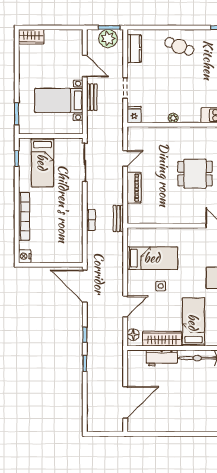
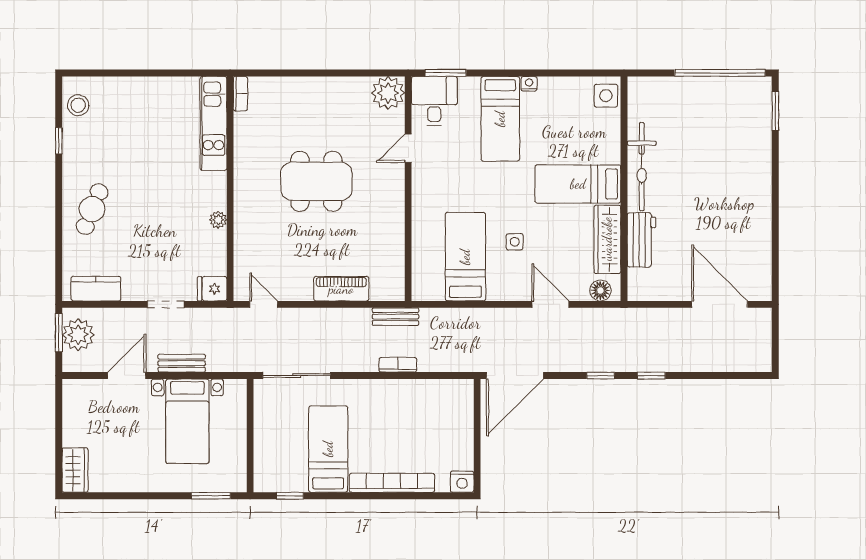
door: (125, 159) -> (264, 304), moved
bed: (42, 162) -> (328, 449), moved, turned -90
dining table: (195, 174) -> (316, 181), width x1.37

